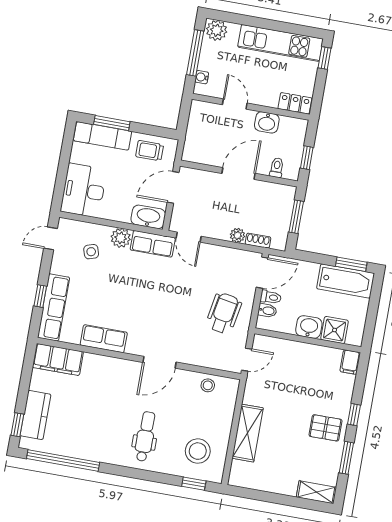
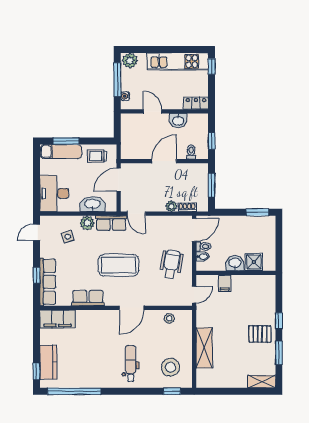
washbasin: (148, 217) -> (93, 204), moved
bathtub: (346, 281) -> (255, 225), removed
coffee table: (152, 302) -> (119, 265), added
filing cabinet: (350, 362) -> (225, 283), moved

